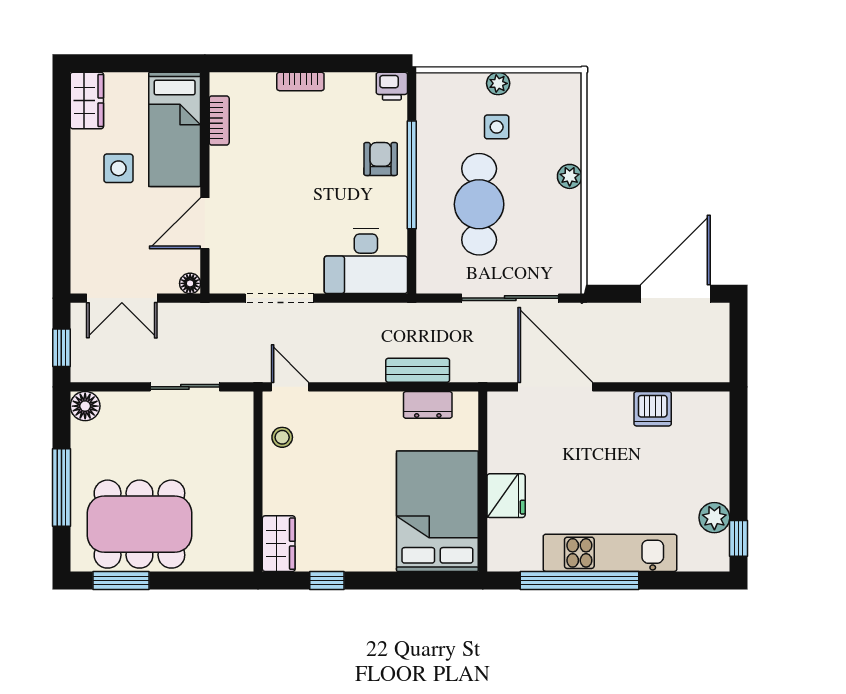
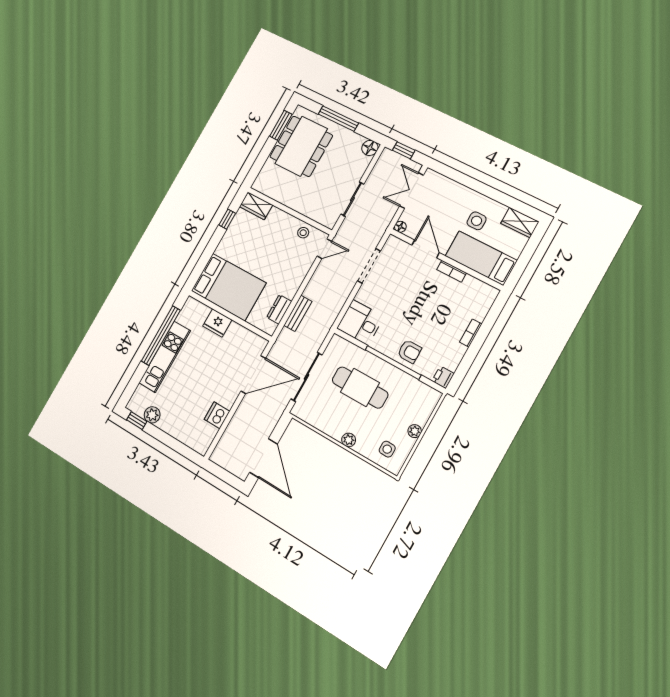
bookcase: (219, 120) -> (452, 271), moved
side table: (497, 127) -> (387, 449), moved
desk: (366, 261) -> (360, 322), width x0.73

